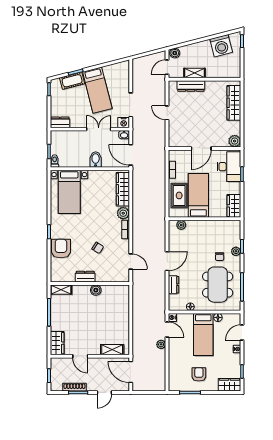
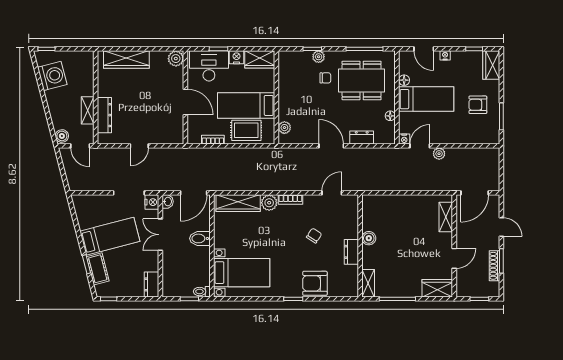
nightstand: (236, 188) -> (237, 57), added

